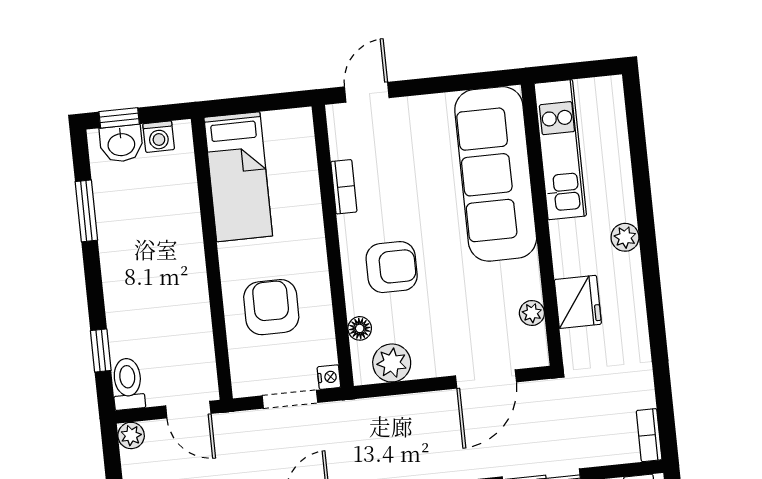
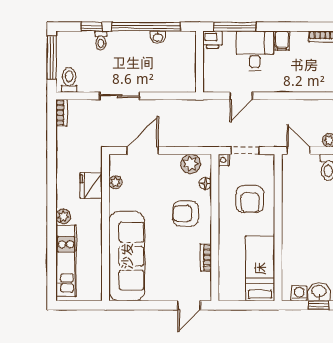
kitchen unit: (560, 150) -> (66, 261), moved, turned 180

